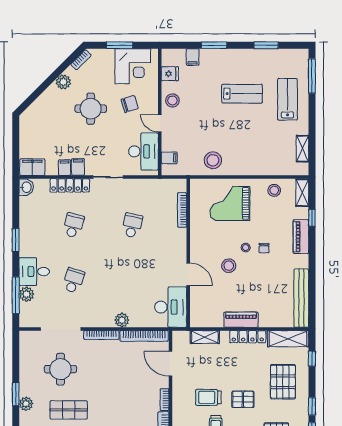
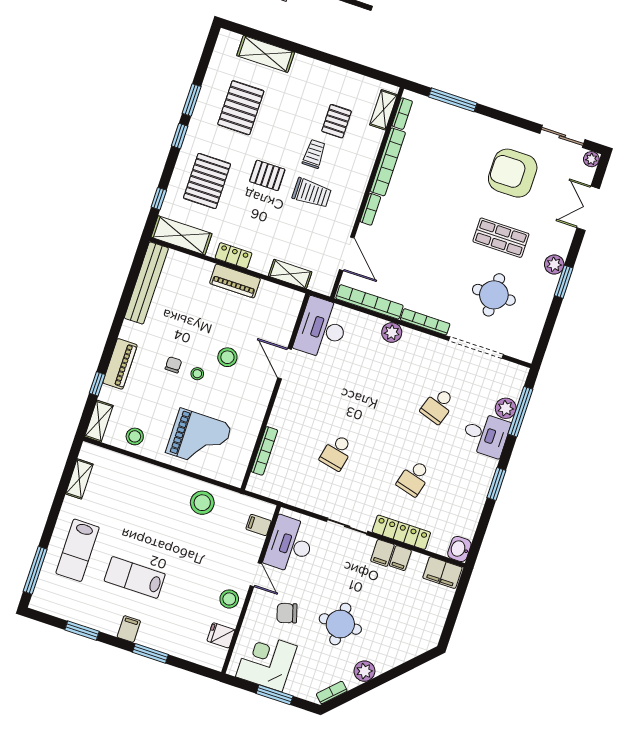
filing cabinet: (193, 57) -> (129, 629), moved
locker: (248, 337) -> (233, 256), width x0.66

